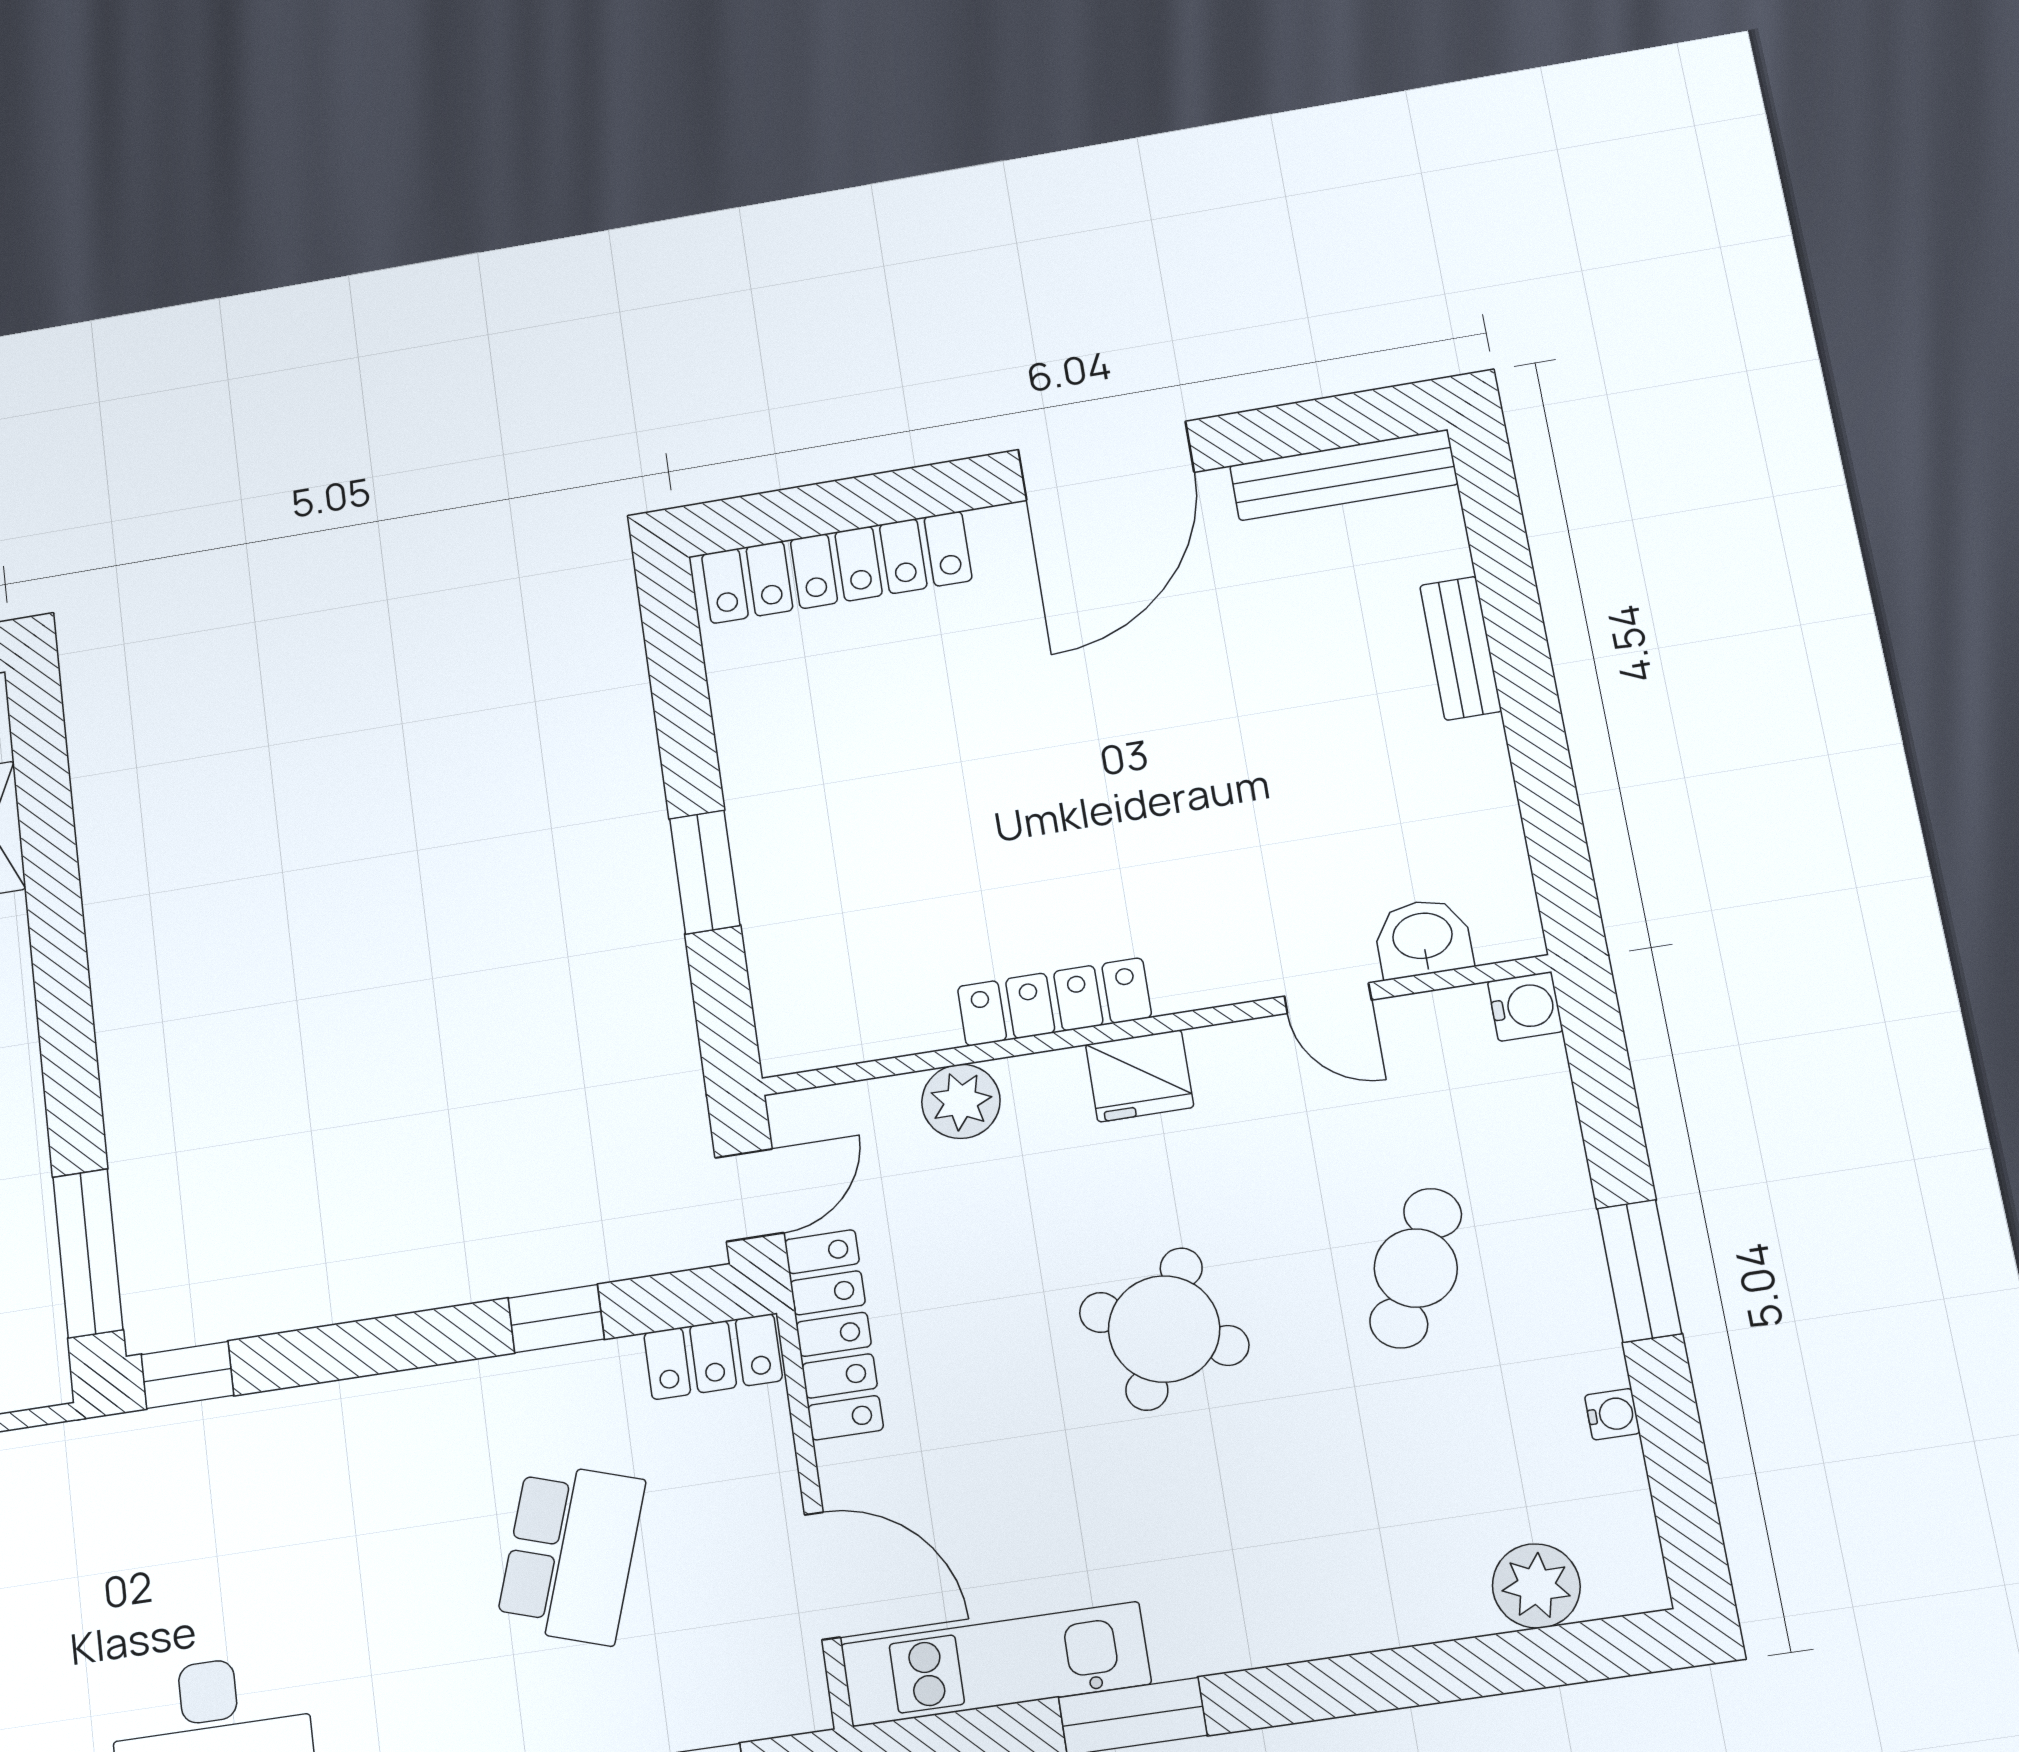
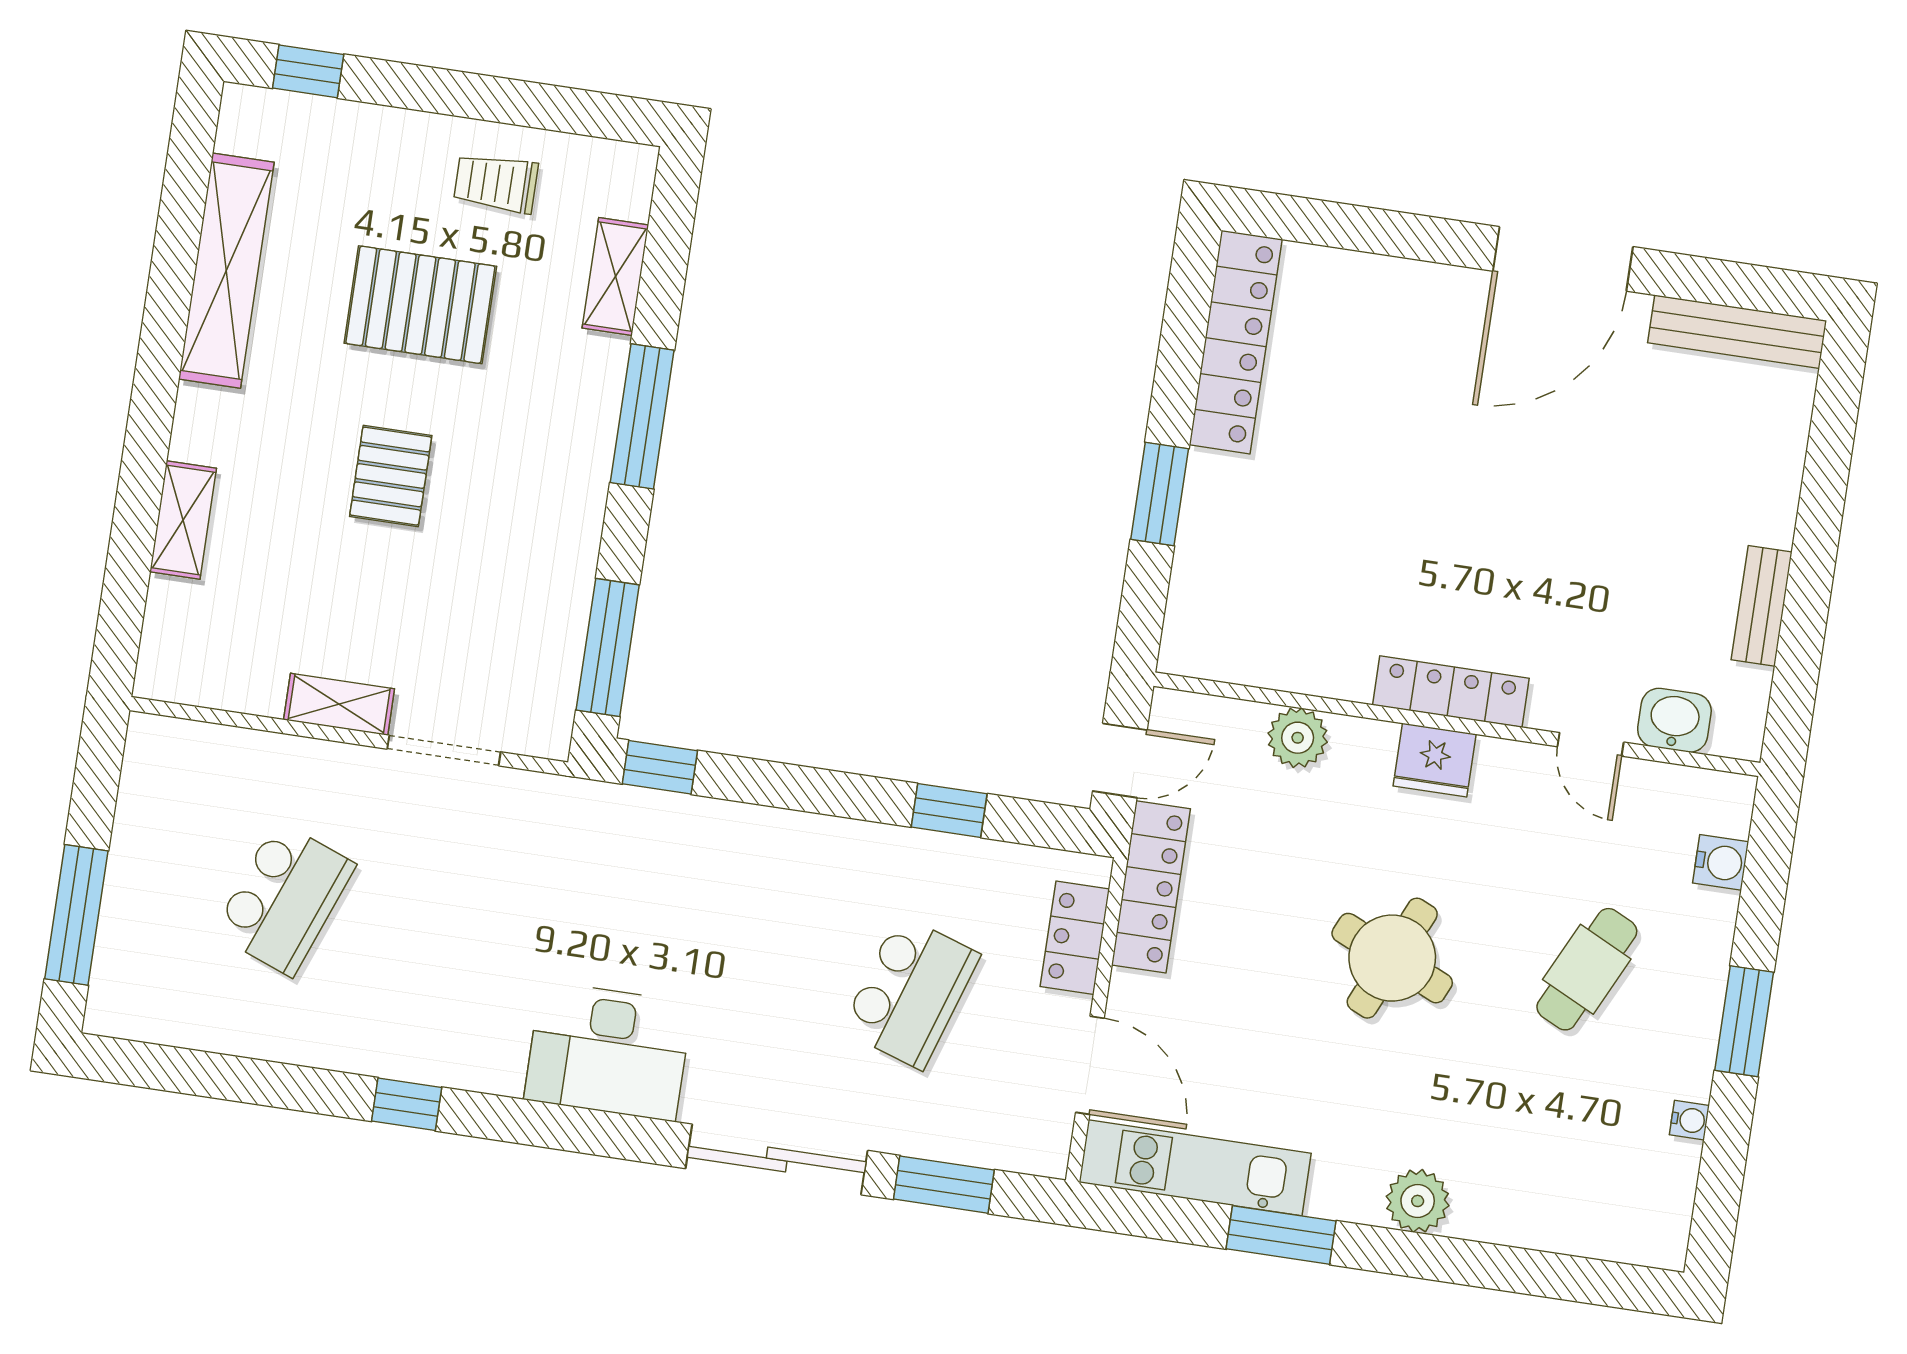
locker: (836, 567) -> (1236, 342), moved, turned -90
bench: (1461, 648) -> (1762, 606), moved
window: (61, 976) -> (642, 416), added
locker: (1054, 1002) -> (1451, 692), moved
water cooler: (1525, 1006) -> (1721, 862), moved
locker: (713, 1357) -> (1075, 938), moved, turned 90
plant: (1536, 1586) -> (1418, 1201), moved

